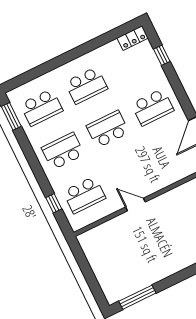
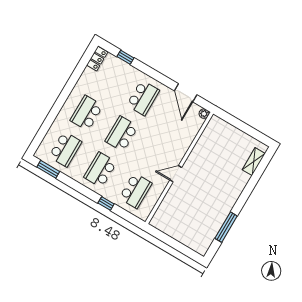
school desk: (86, 85) -> (87, 113), turned 180
window: (54, 203) -> (106, 204), moved
window: (137, 297) -> (226, 227), moved

